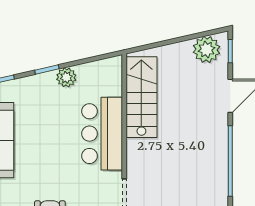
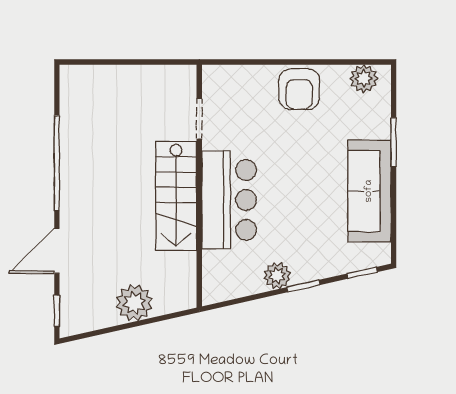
plant: (207, 49) -> (134, 303), moved
stairs: (141, 97) -> (176, 196), moved

